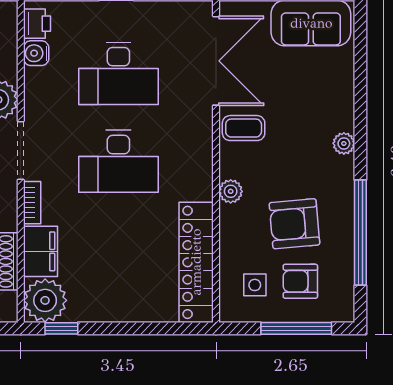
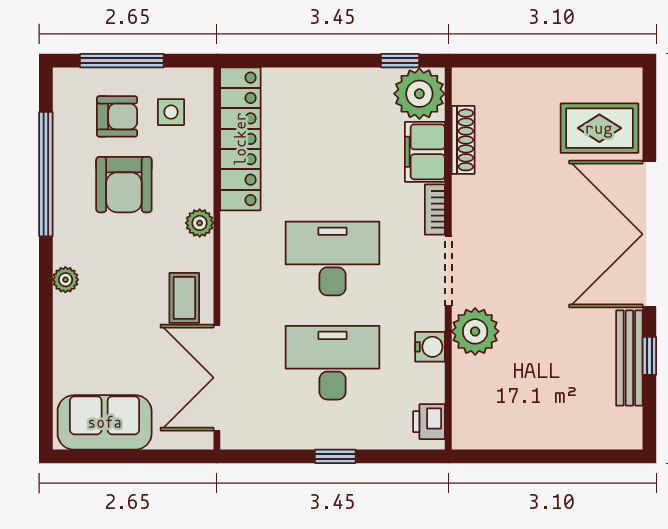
water cooler: (36, 53) -> (430, 347), moved
coffee table: (244, 128) -> (184, 298), turned 90
armchair: (294, 224) -> (124, 185), turned 95

